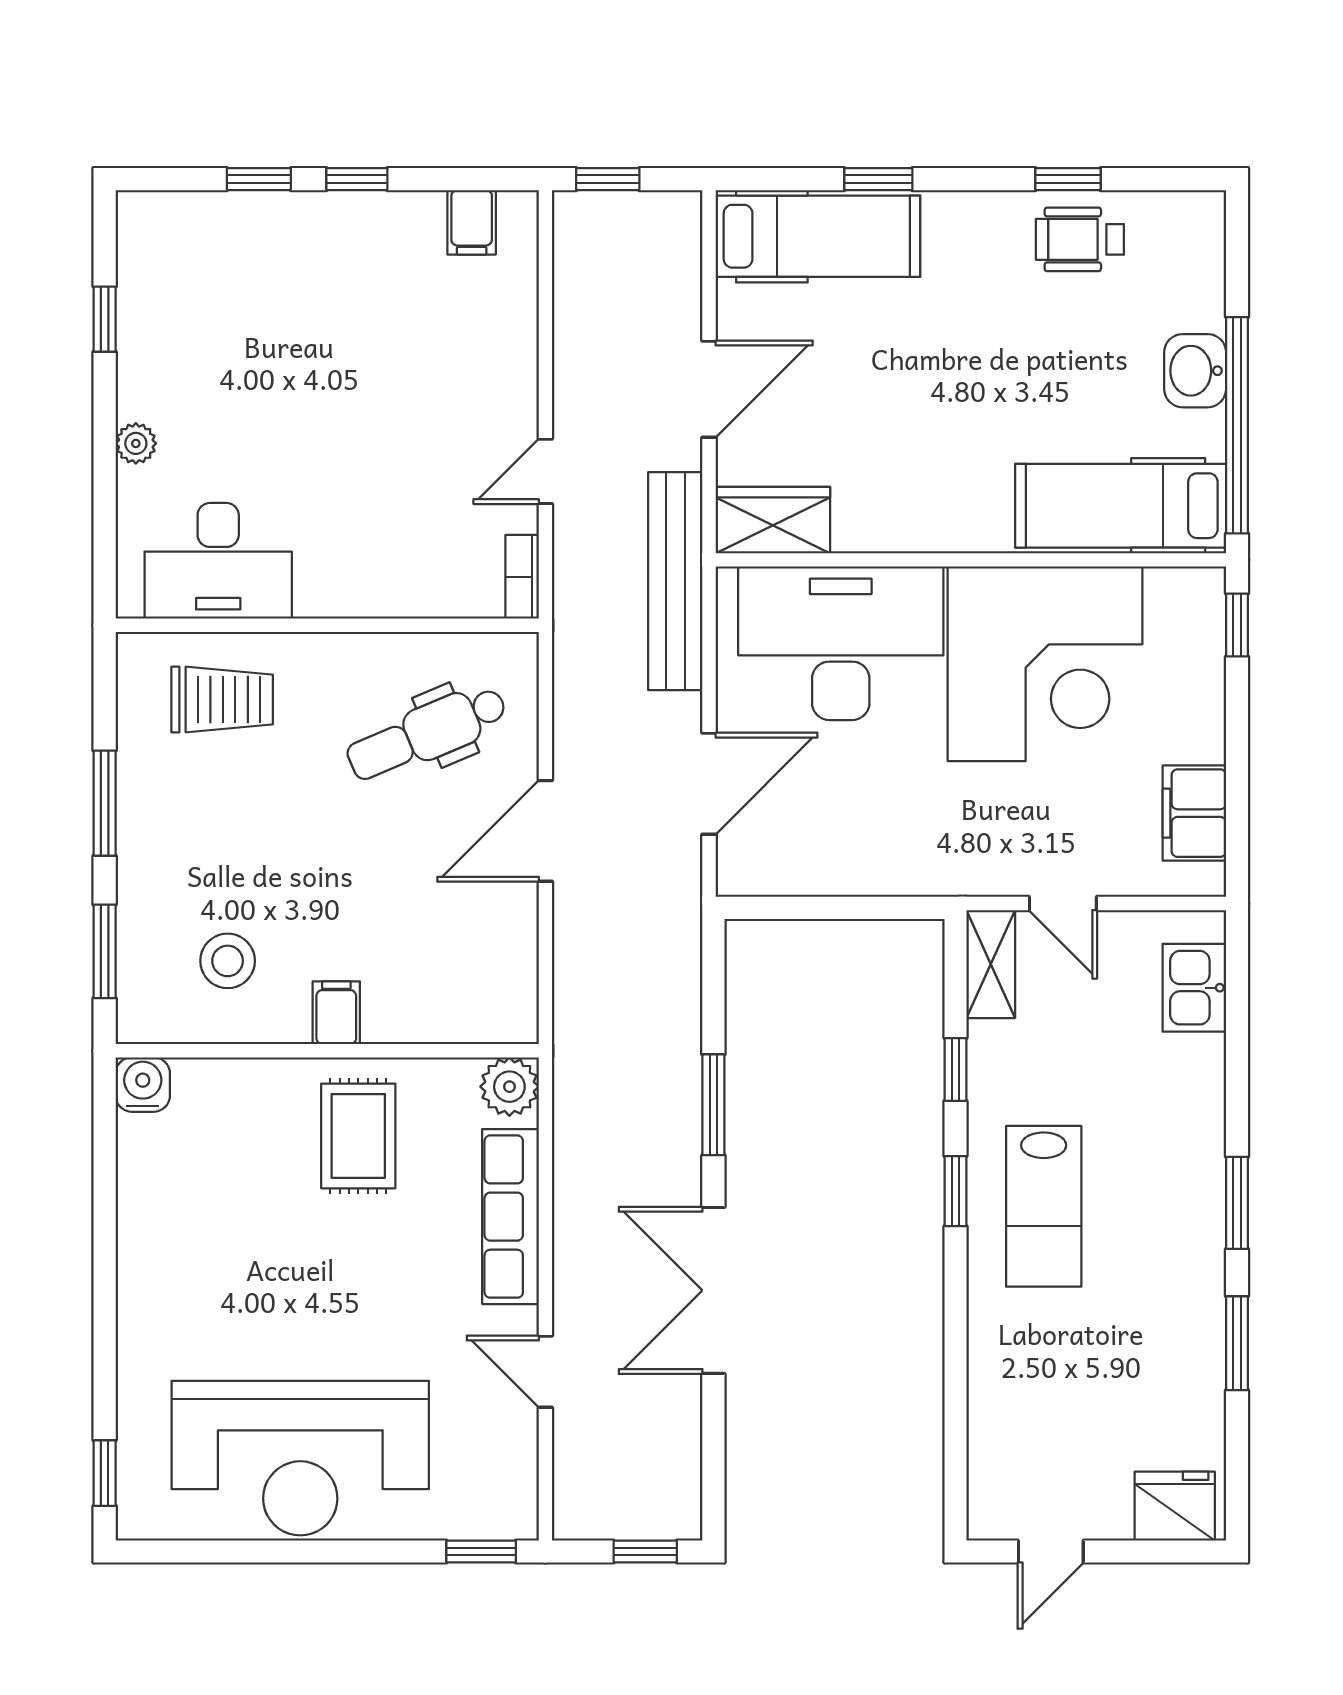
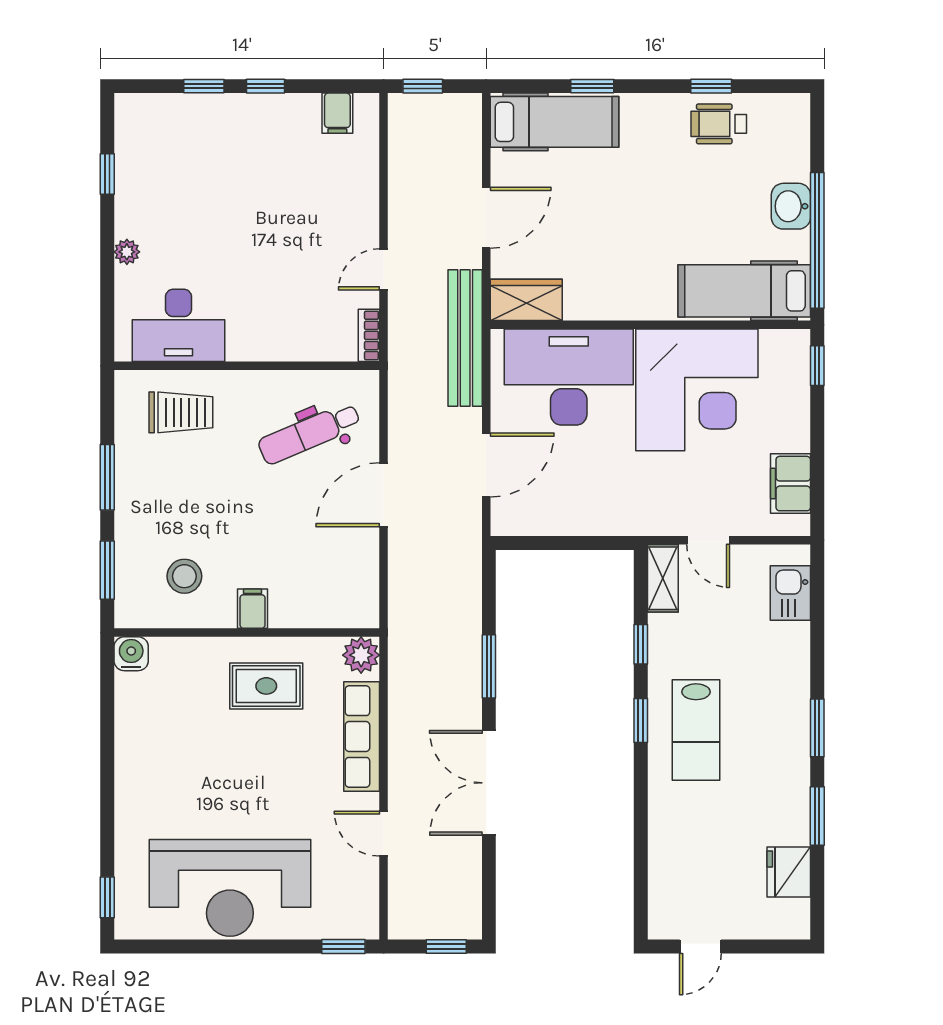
rug: (358, 1136) -> (266, 686), turned 90
fridge: (1175, 1506) -> (789, 872), moved, turned -90

